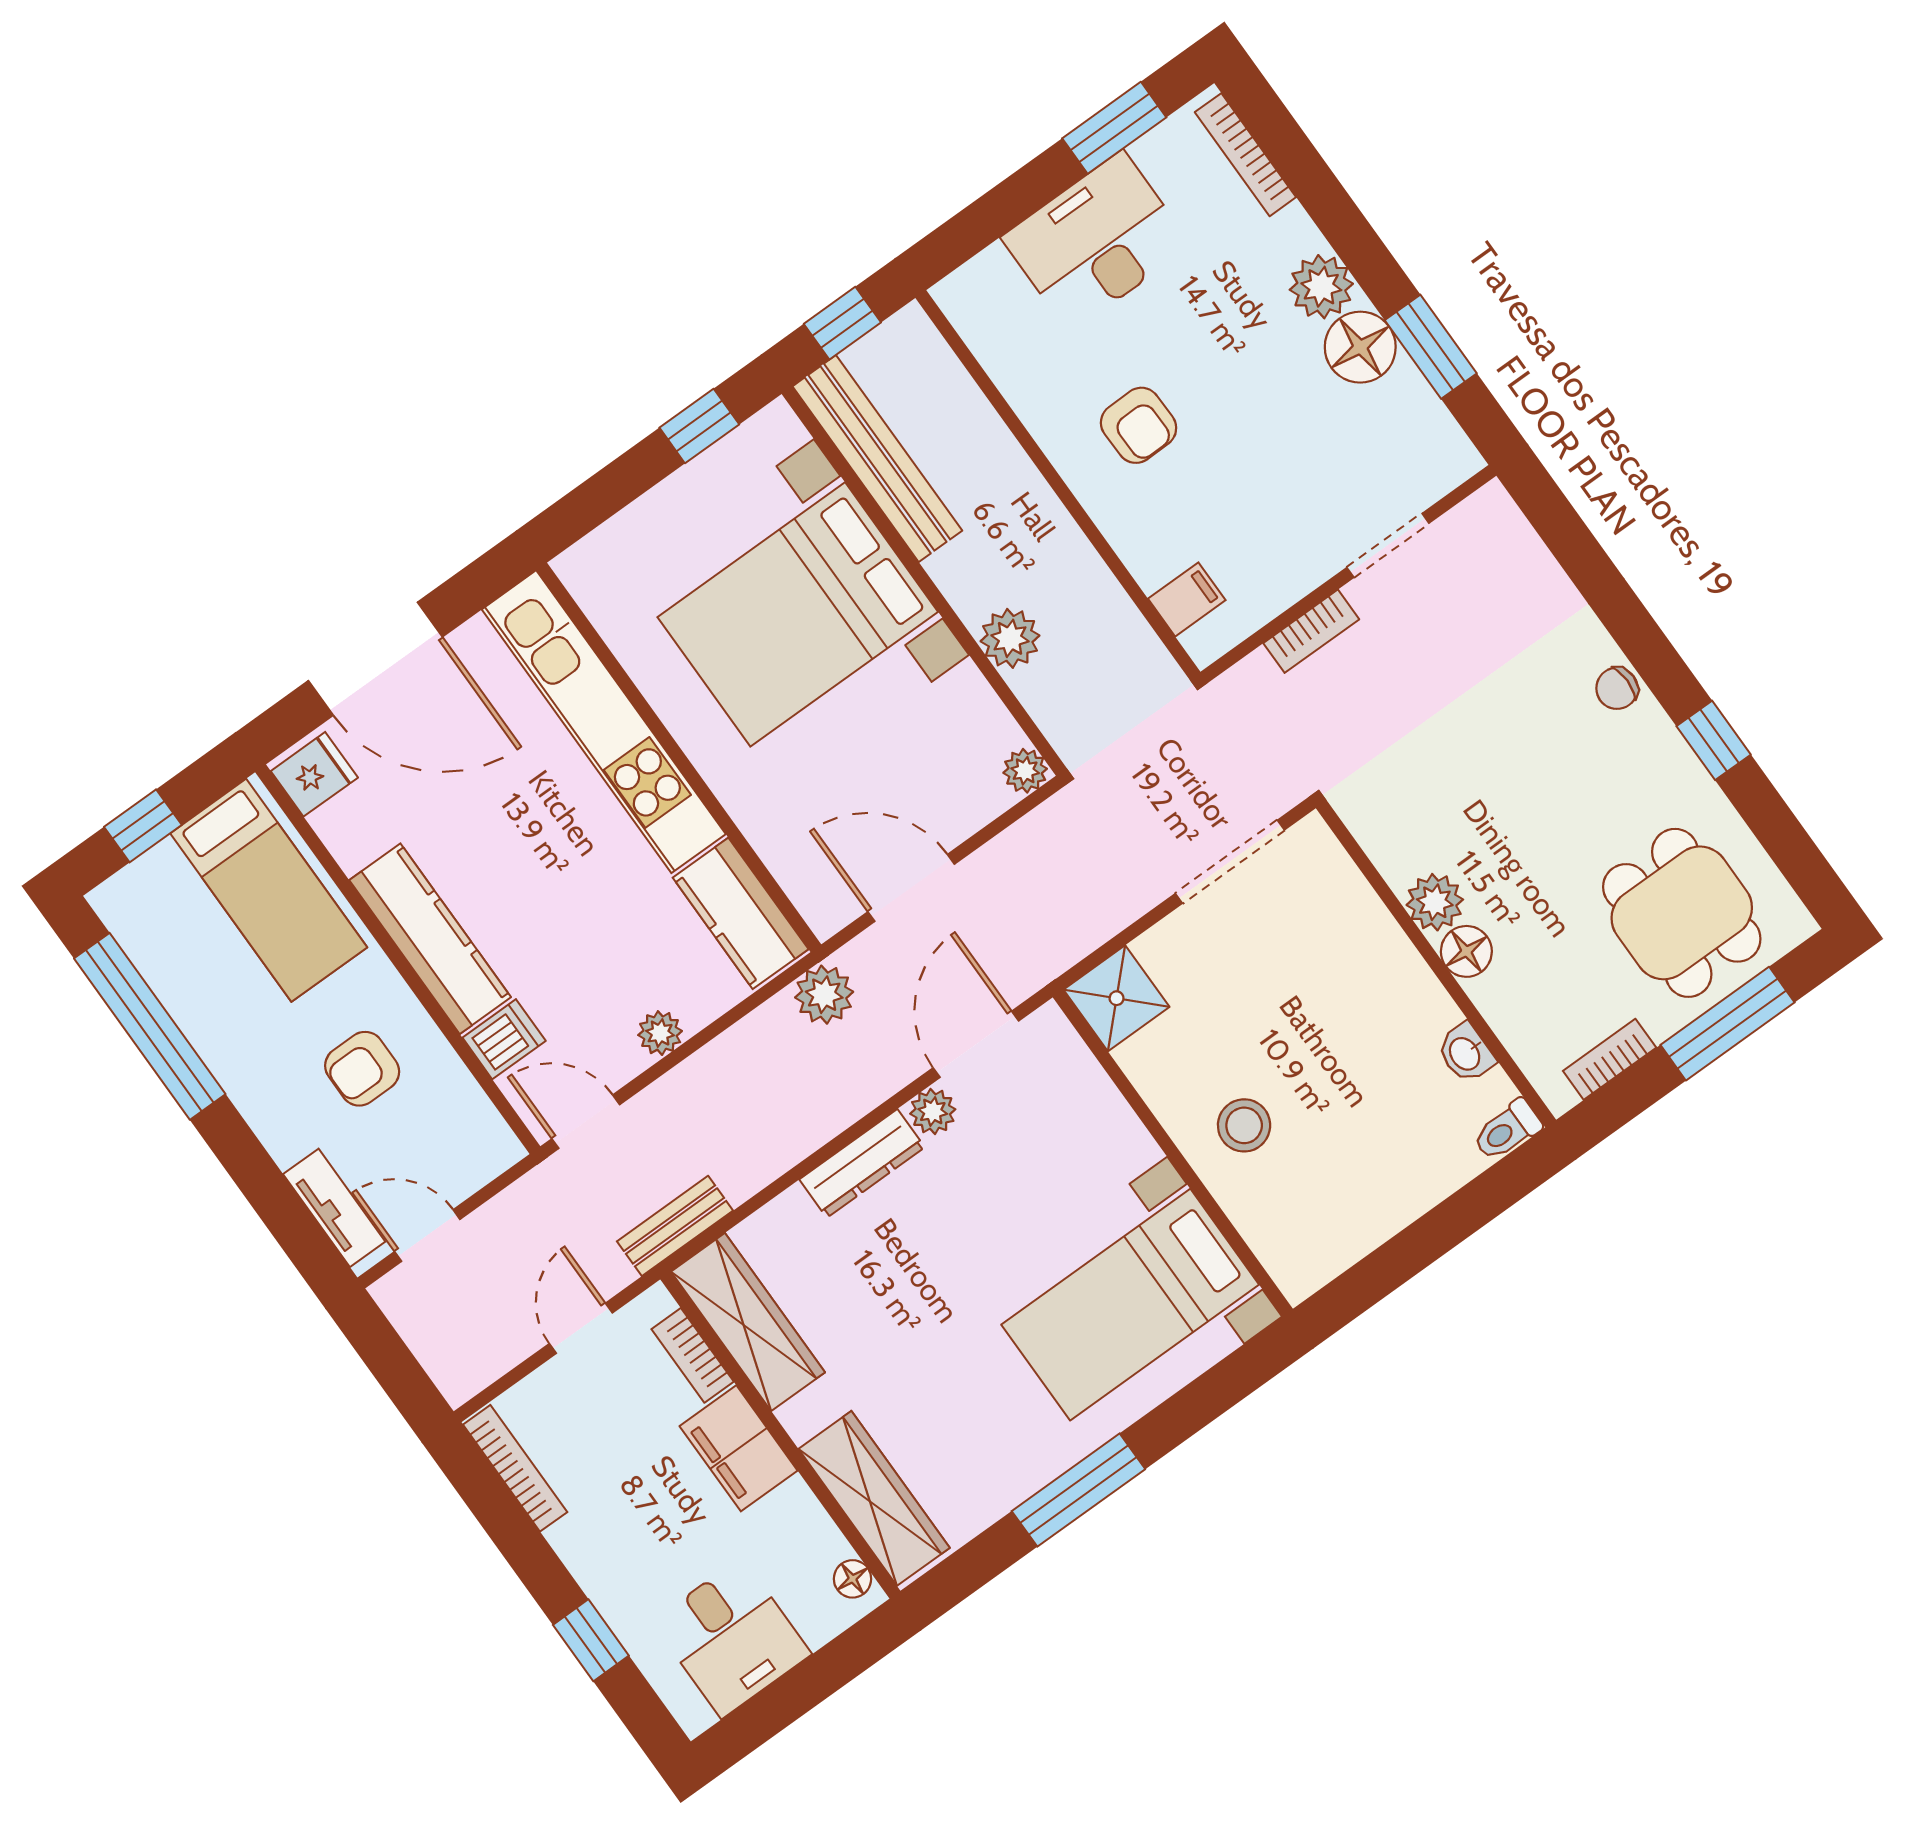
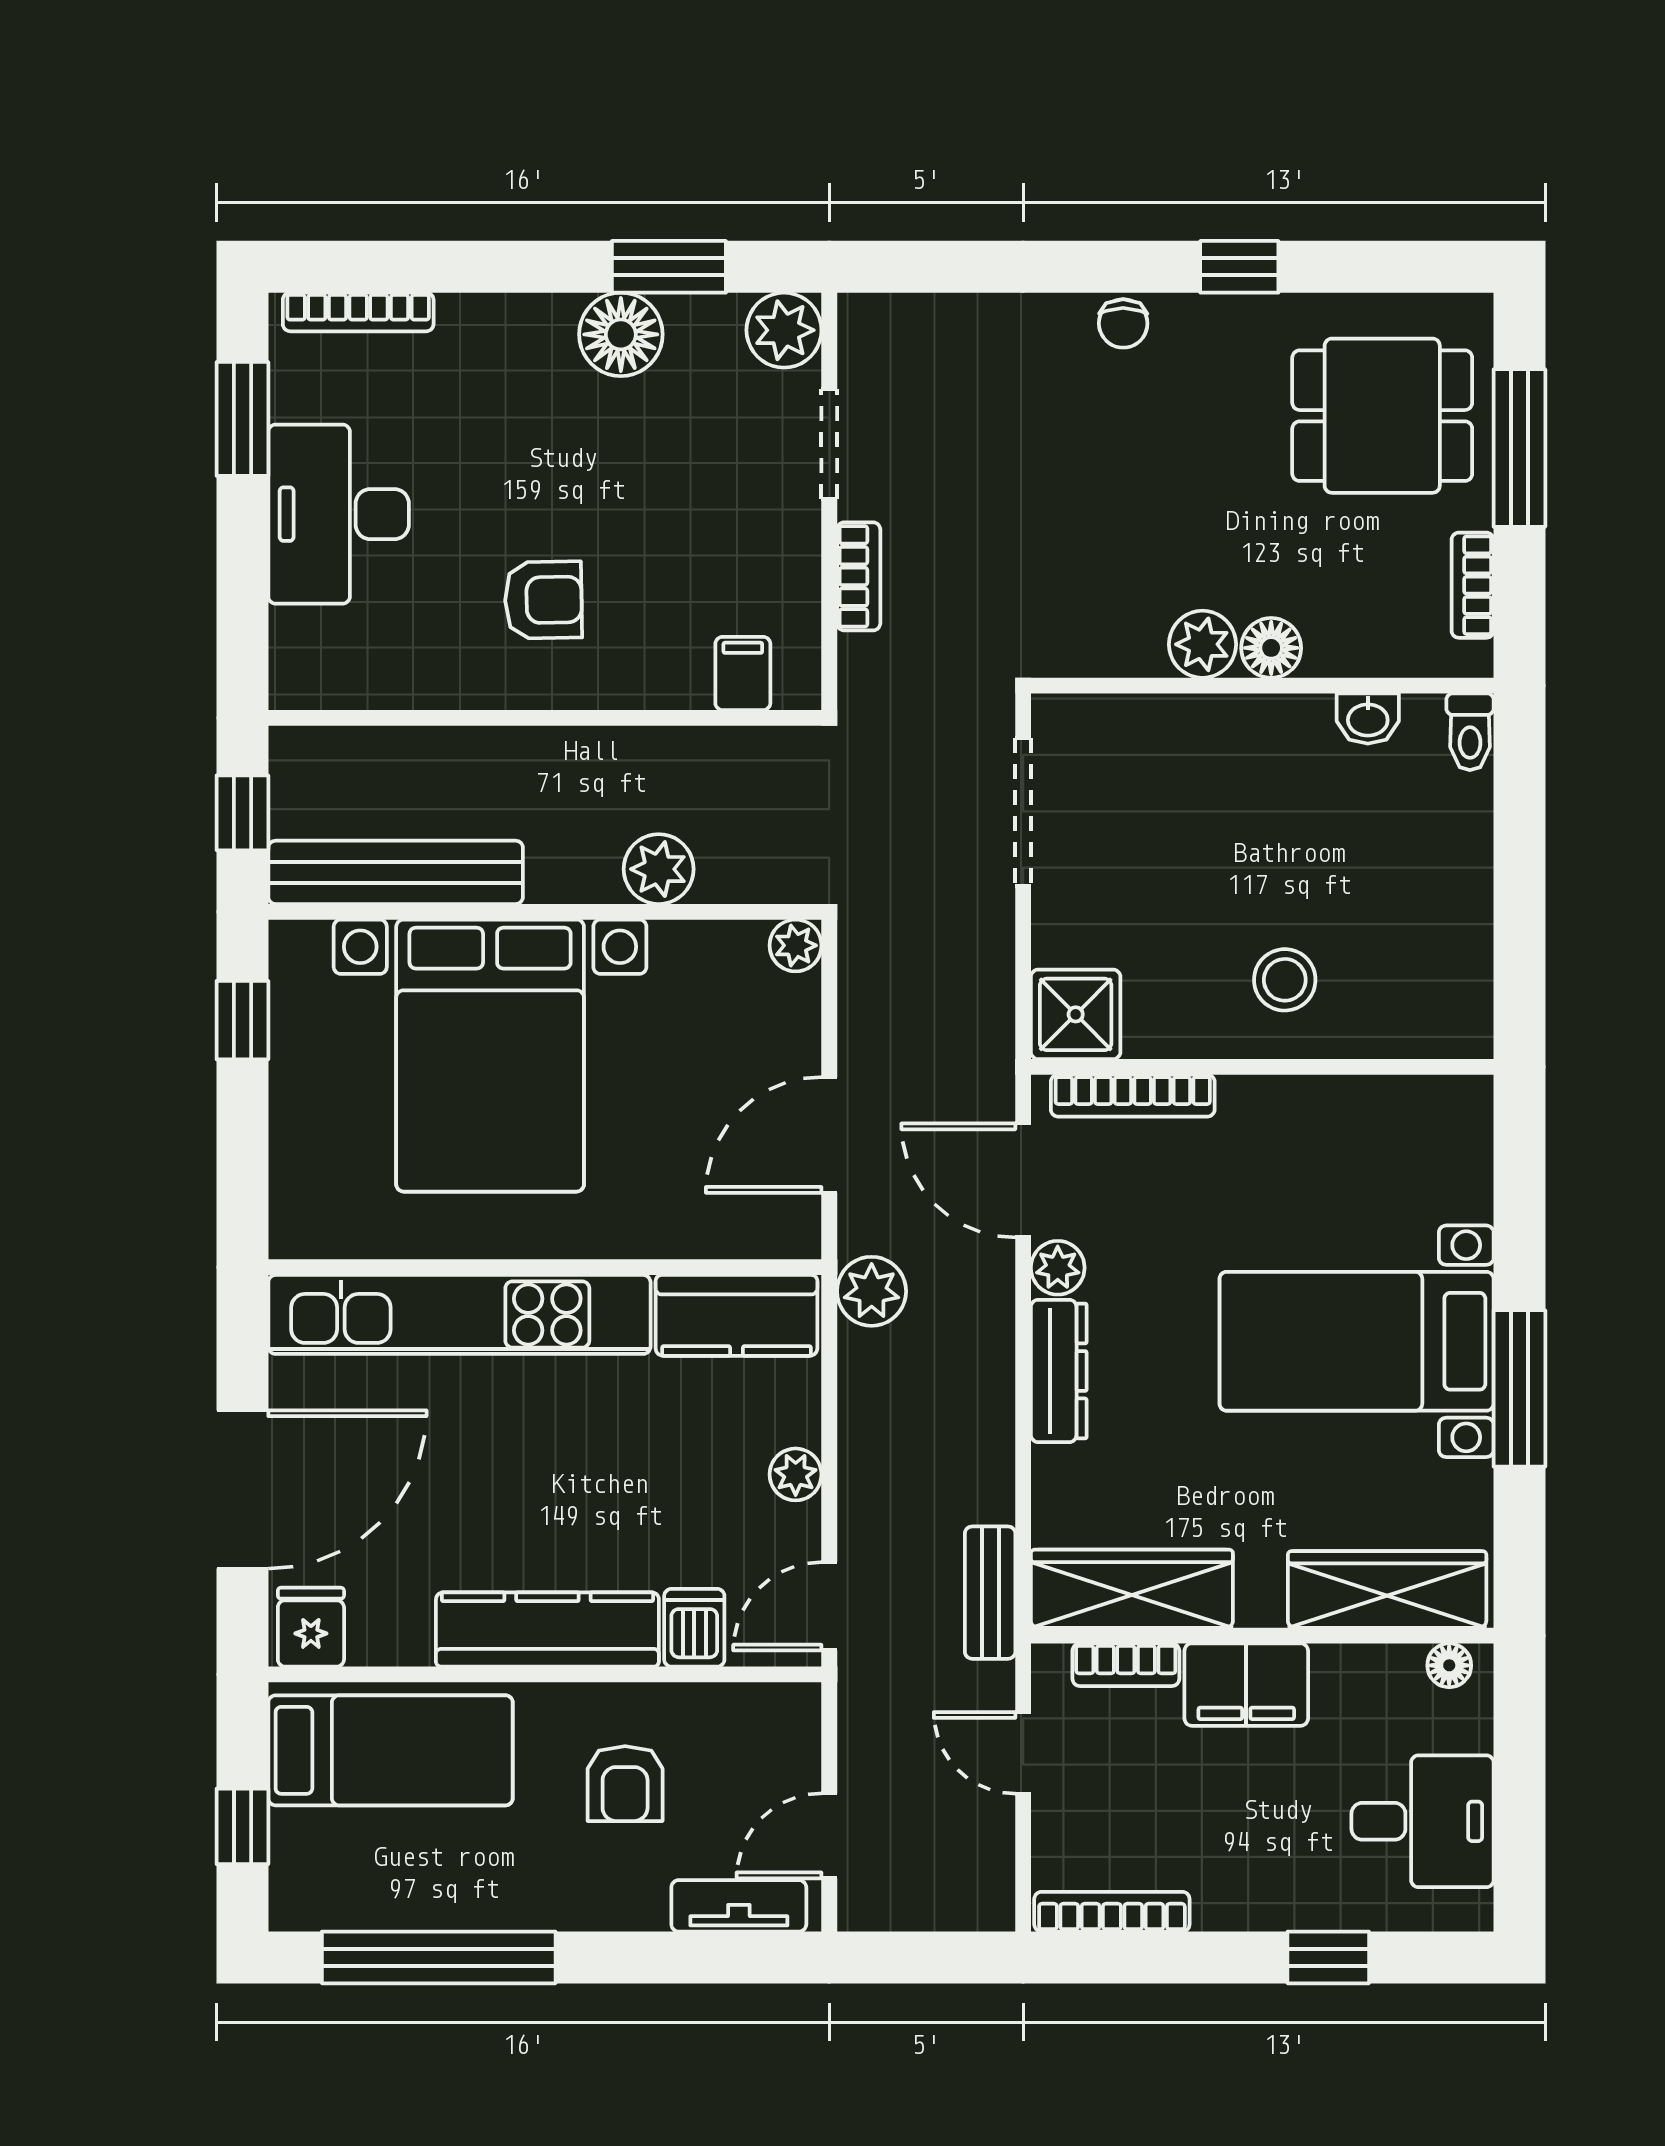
plant: (1321, 287) -> (784, 330), moved
bookcase: (1089, 1078) -> (1133, 1096), added
bed with nightstands: (1130, 1305) -> (1357, 1341), moved, turned 90

